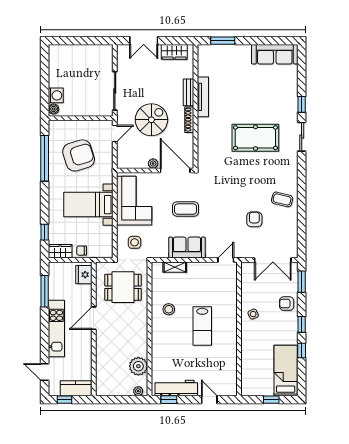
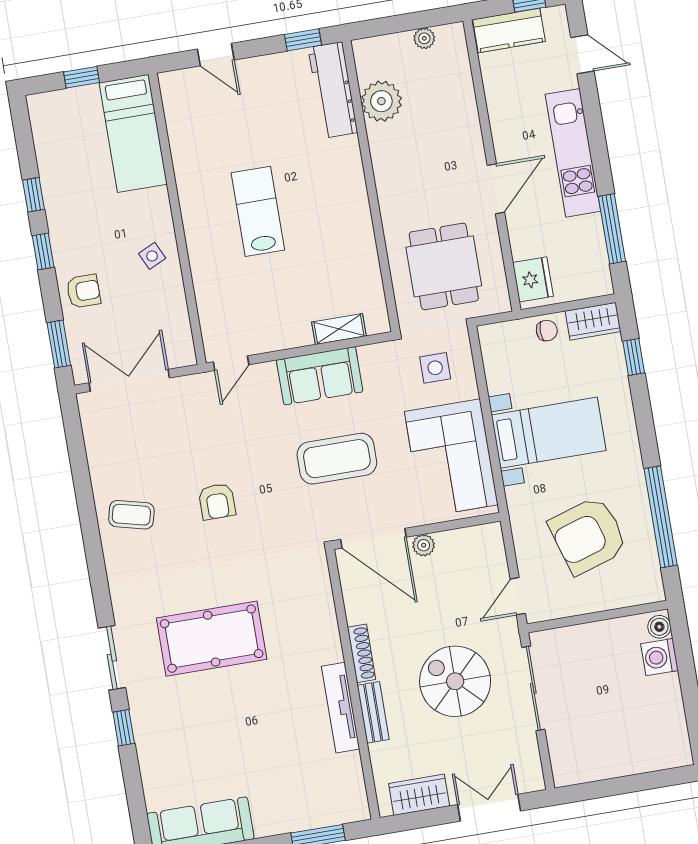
spiral stairs: (151, 120) -> (455, 681), moved, turned 90
coffee table: (186, 209) -> (337, 459), width x1.36, depth x1.32
armchair: (254, 219) -> (217, 501), moved
dining table: (123, 287) -> (444, 266), turned 90
stool: (169, 309) -> (337, 235), removed
bed: (286, 371) -> (133, 133), moved
workbench: (176, 388) -> (333, 90), moved, turned 90
plant: (138, 391) -> (424, 38), moved

